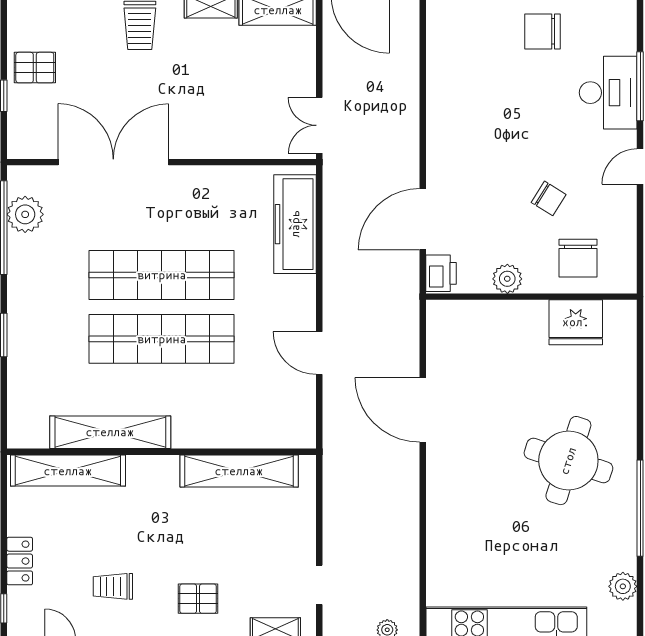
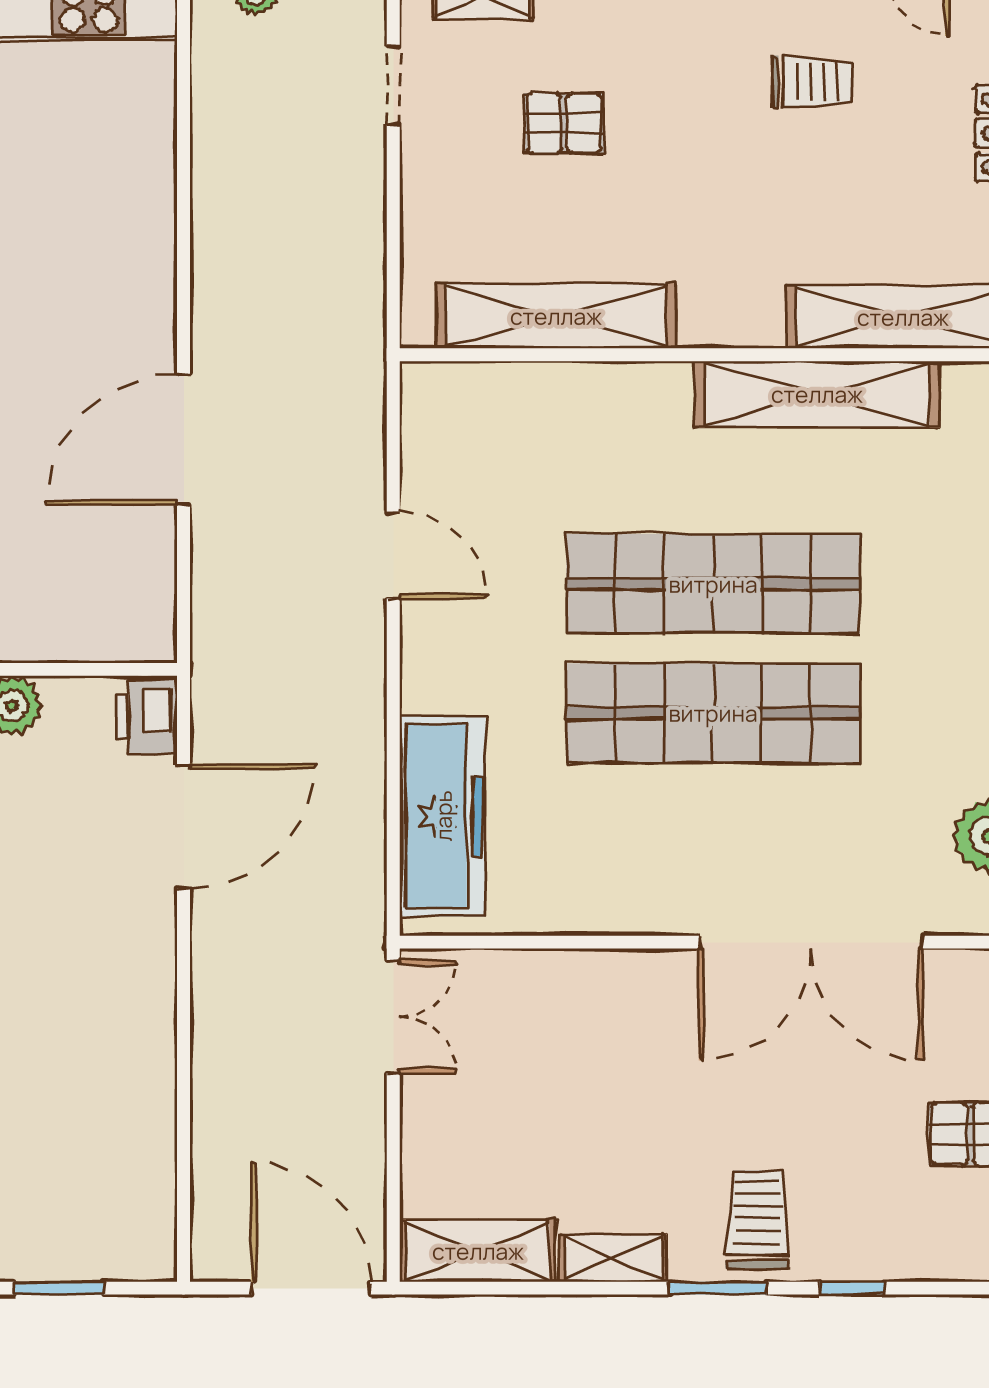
door: (423, 410) -> (184, 440), swing flipped
pallet: (198, 599) -> (564, 123), moved

